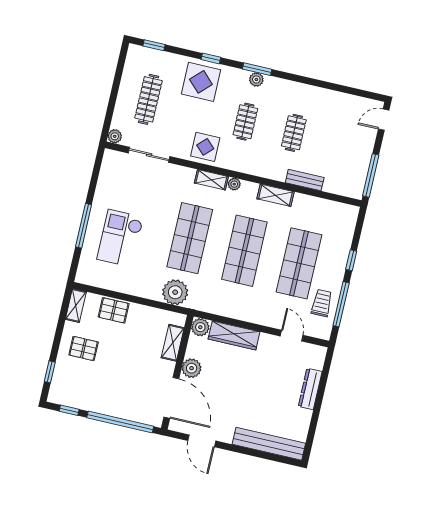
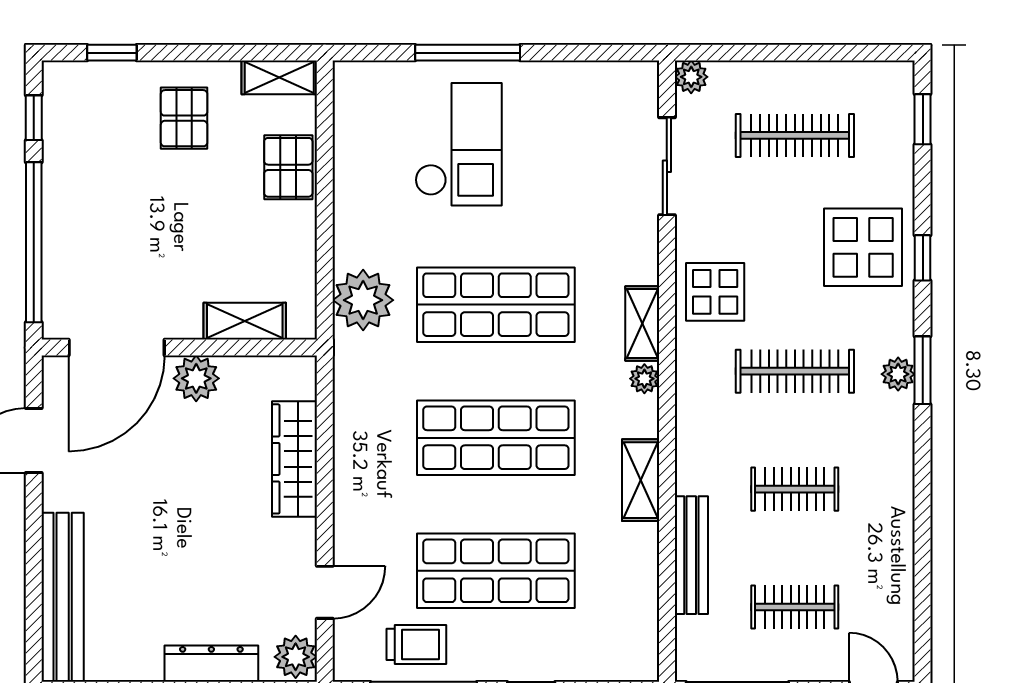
clothes rail: (245, 122) -> (795, 371), width x1.36
clothes rail: (342, 144) -> (795, 607), added
bench: (305, 180) -> (691, 555), width x1.36
checkout: (120, 238) -> (458, 144), turned 90
plant: (200, 327) -> (296, 657), moved

